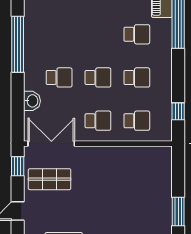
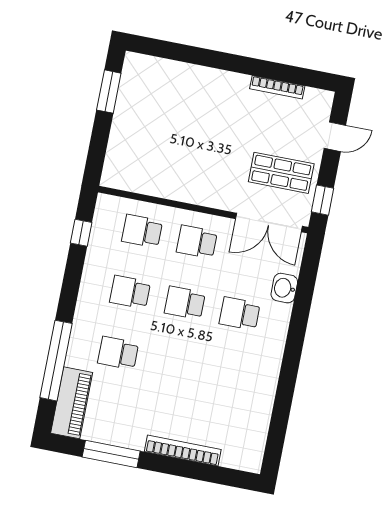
window: (18, 44) -> (289, 372), removed

